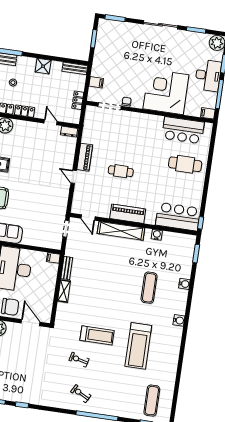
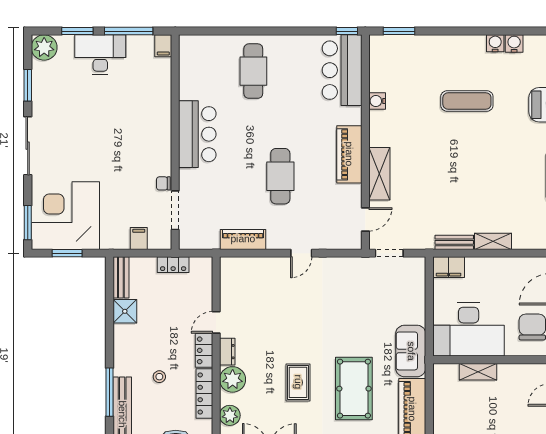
shower: (43, 66) -> (125, 311), moved
corner desk: (166, 92) -> (65, 216), moved, turned 90
door: (51, 122) -> (216, 322), moved
bar counter: (183, 130) -> (197, 134), moved
dresser: (69, 132) -> (227, 352), moved
piano: (85, 157) -> (243, 239), moved
cafe table: (121, 171) -> (280, 176), width x1.37, depth x1.35
shelving: (121, 231) -> (379, 174), width x0.68
filing cabinet: (53, 258) -> (449, 267), width x2.00
water cooler: (184, 284) -> (495, 43), moved

